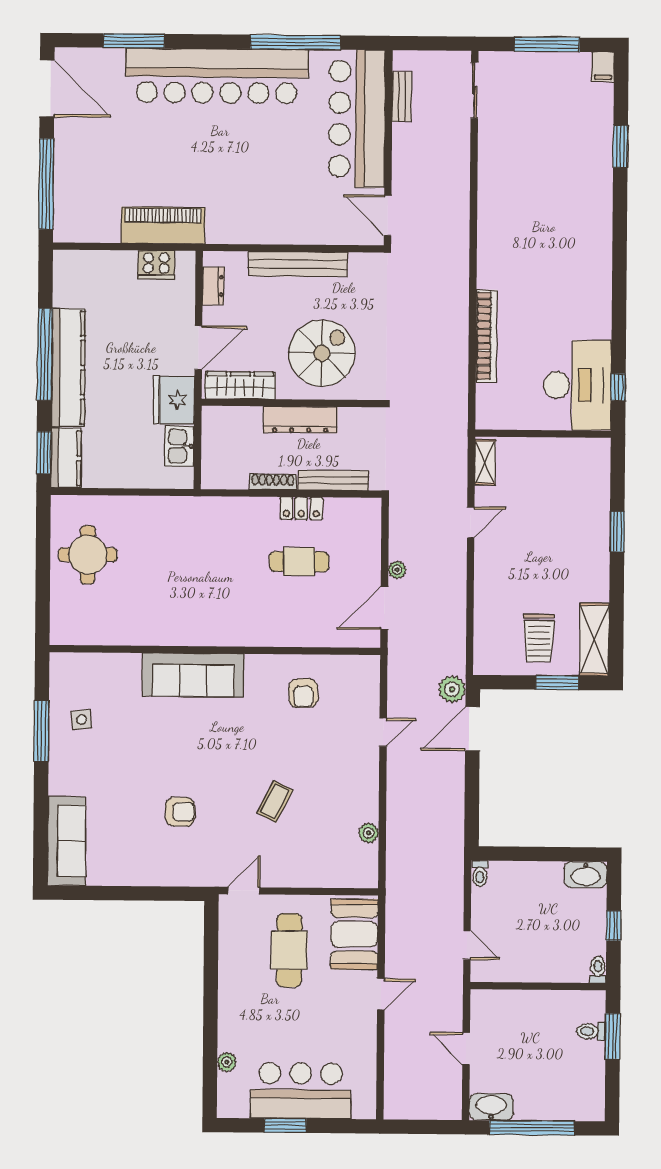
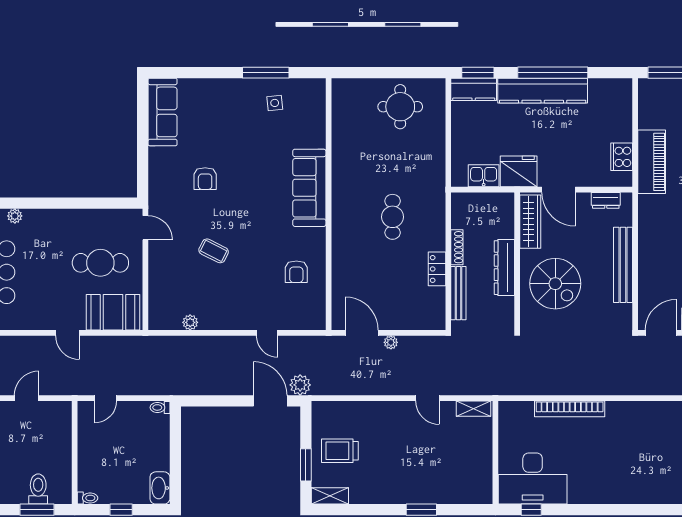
cafe table: (299, 562) -> (393, 217), moved
shelving: (594, 639) -> (330, 496), width x0.67, depth x0.75
armchair: (303, 693) -> (296, 272), turned -88
sofa: (67, 841) -> (163, 112), moved, turned -90
toilet: (591, 1031) -> (38, 489), width x1.37, depth x1.39

